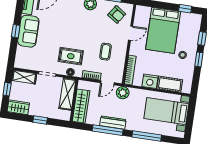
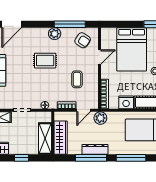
rug: (71, 56) -> (45, 61), moved
shelving: (67, 94) -> (45, 139), moved

